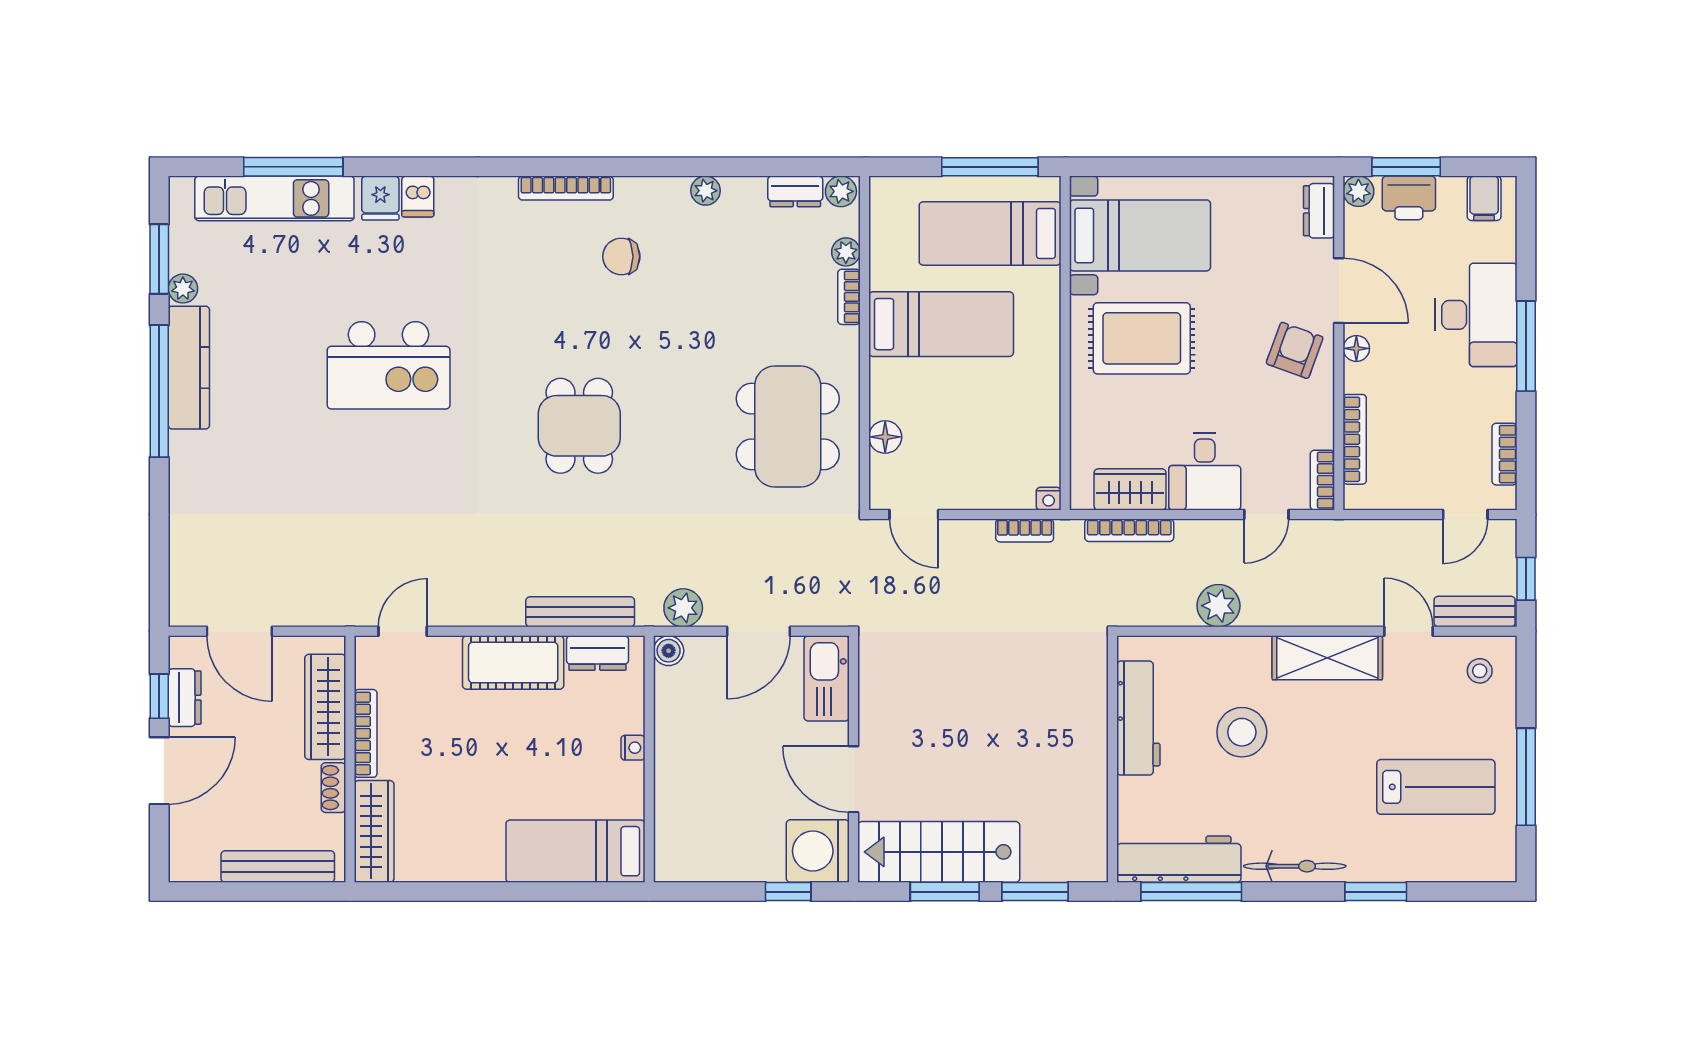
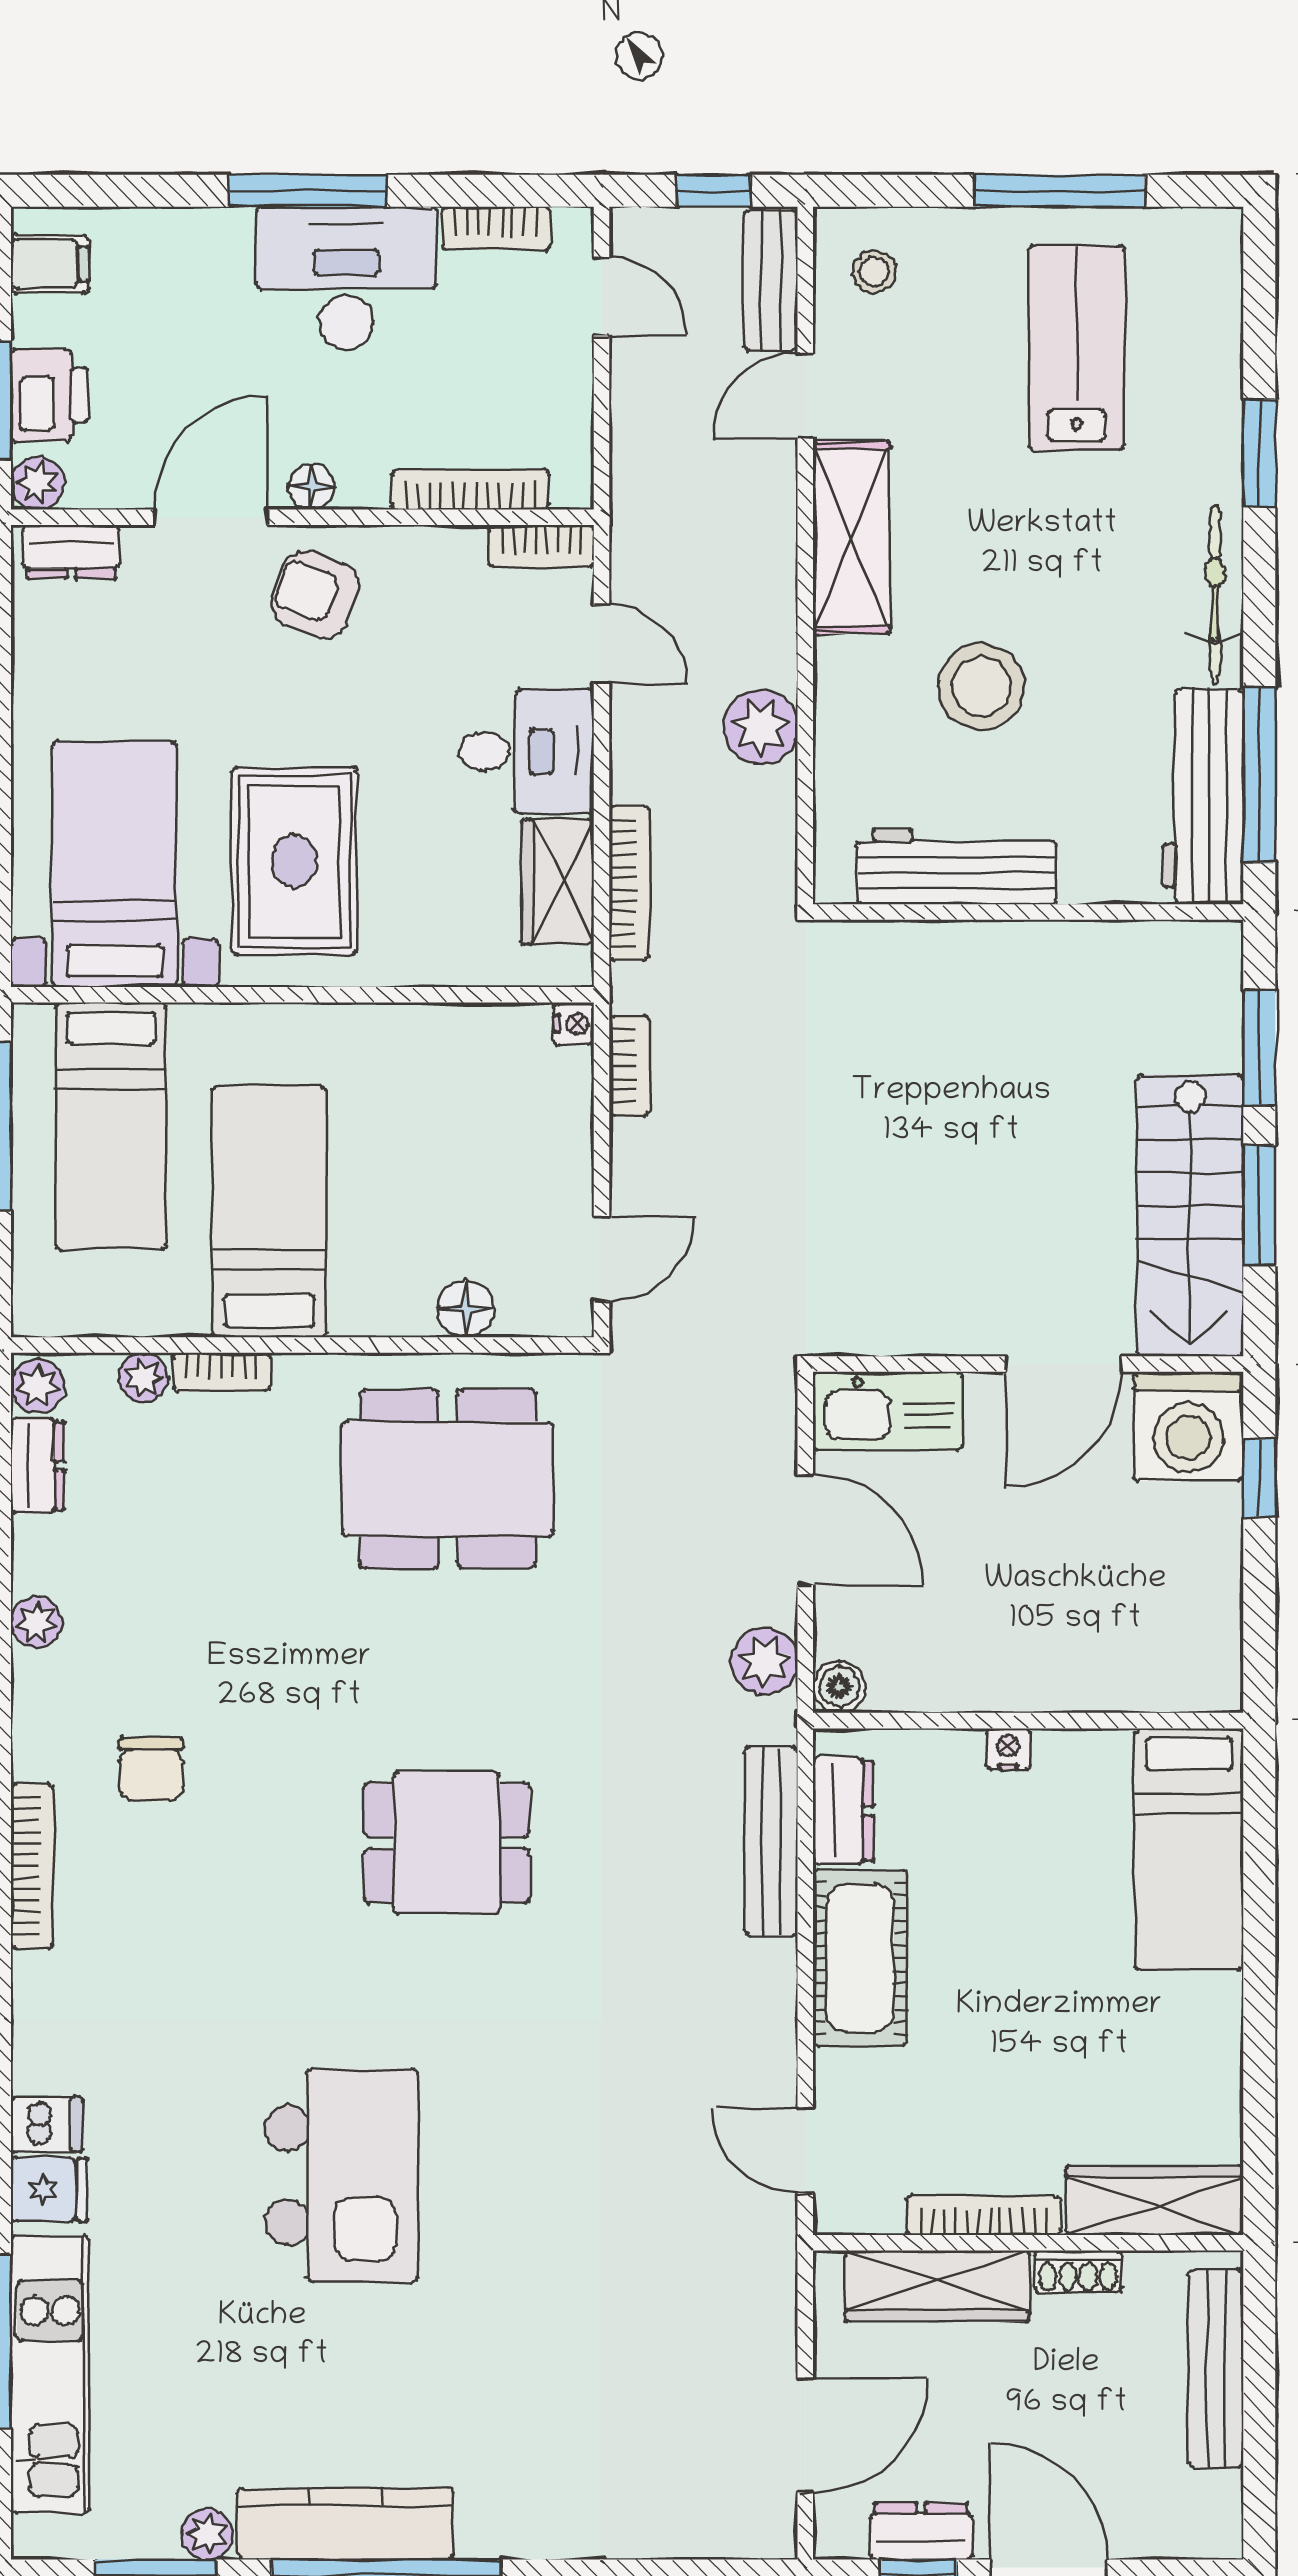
desk: (1476, 315) -> (346, 278), moved

